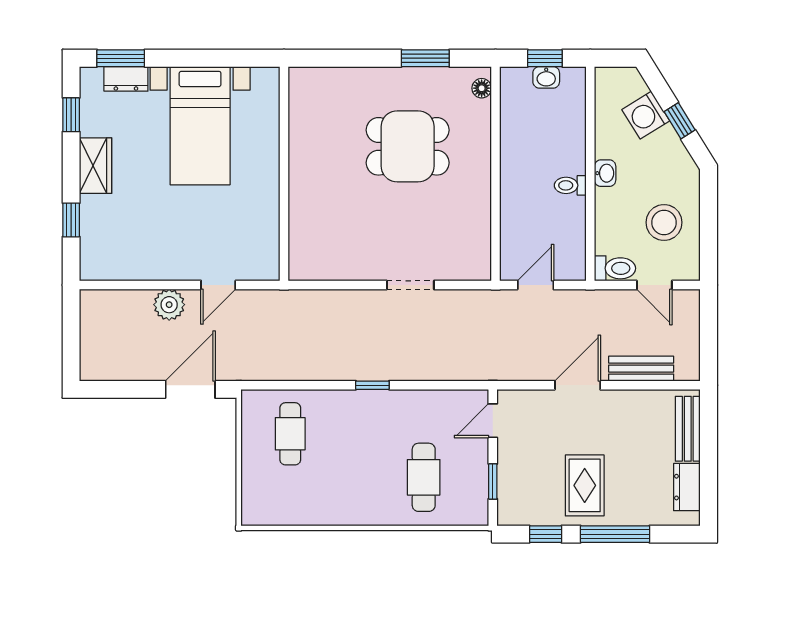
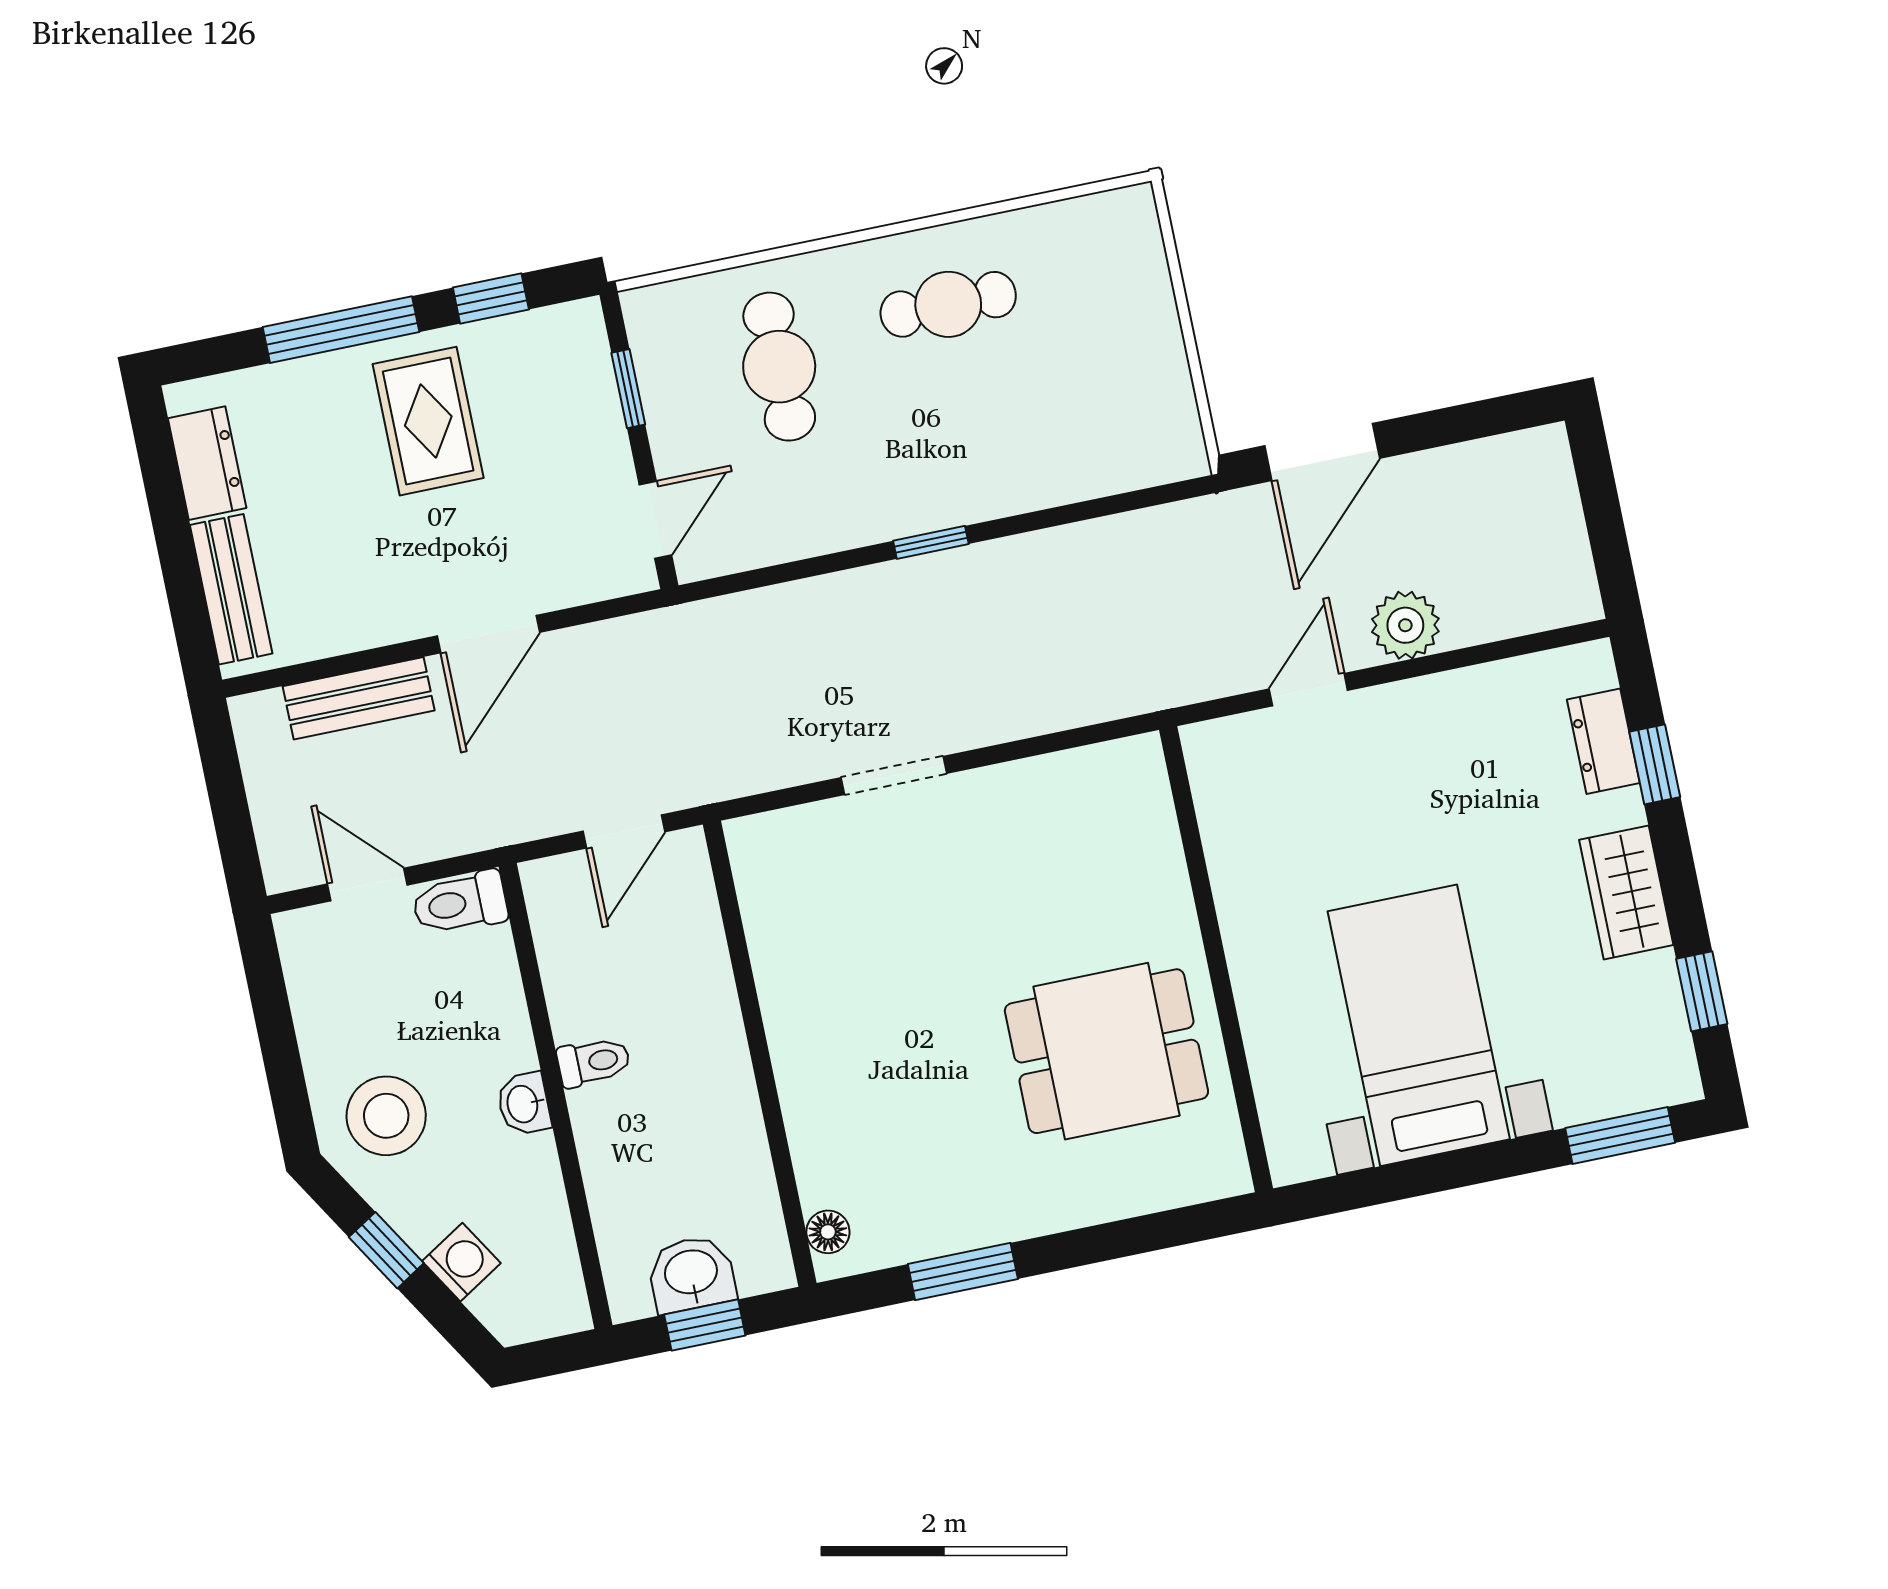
washbasin: (546, 77) -> (691, 1274), width x1.38, depth x1.45
dresser: (126, 79) -> (1603, 741), moved, turned -90
washing machine: (646, 115) -> (461, 1262), width x0.73, depth x0.73
dining table: (408, 146) -> (1106, 1051), moved
stool: (664, 222) -> (386, 1116), moved
cafe table: (290, 434) -> (948, 304), moved, turned 90

